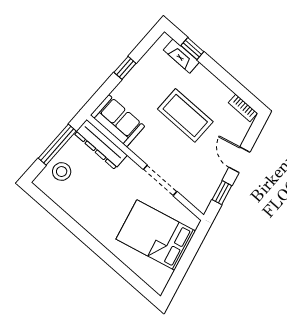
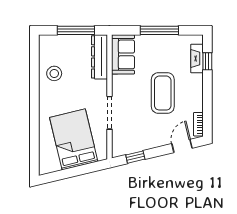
window: (125, 68) -> (159, 30), width x2.17
door: (239, 160) -> (182, 146), moved
stool: (62, 172) -> (54, 73), moved

